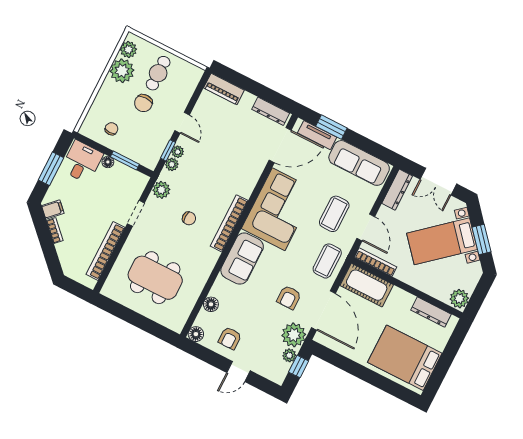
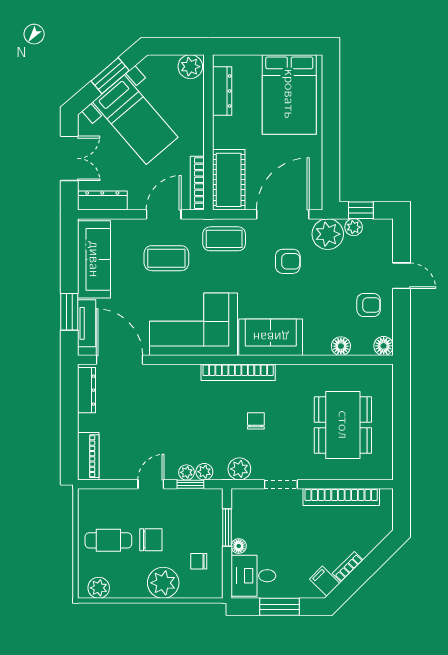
plant: (122, 71) -> (163, 583), moved

